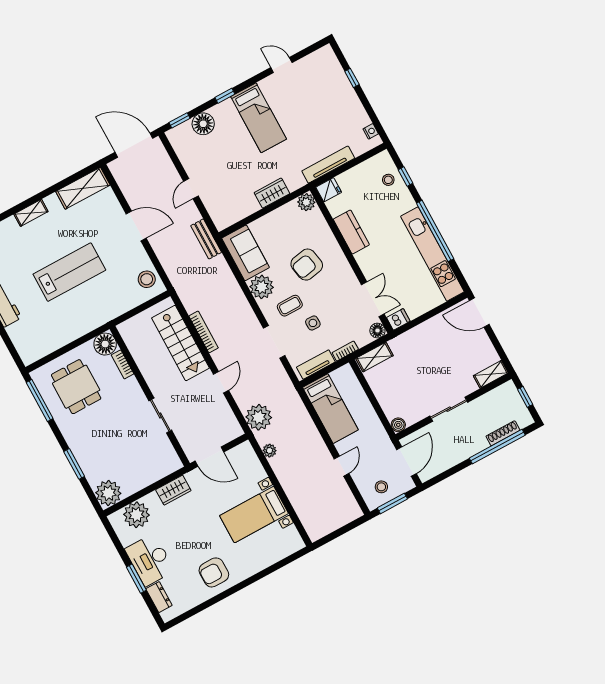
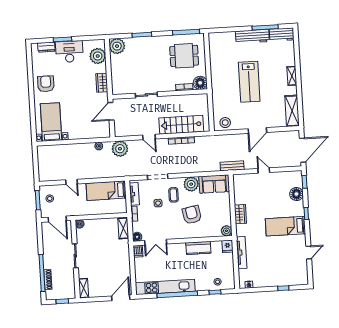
bed with nightstands: (254, 515) -> (51, 122), moved

